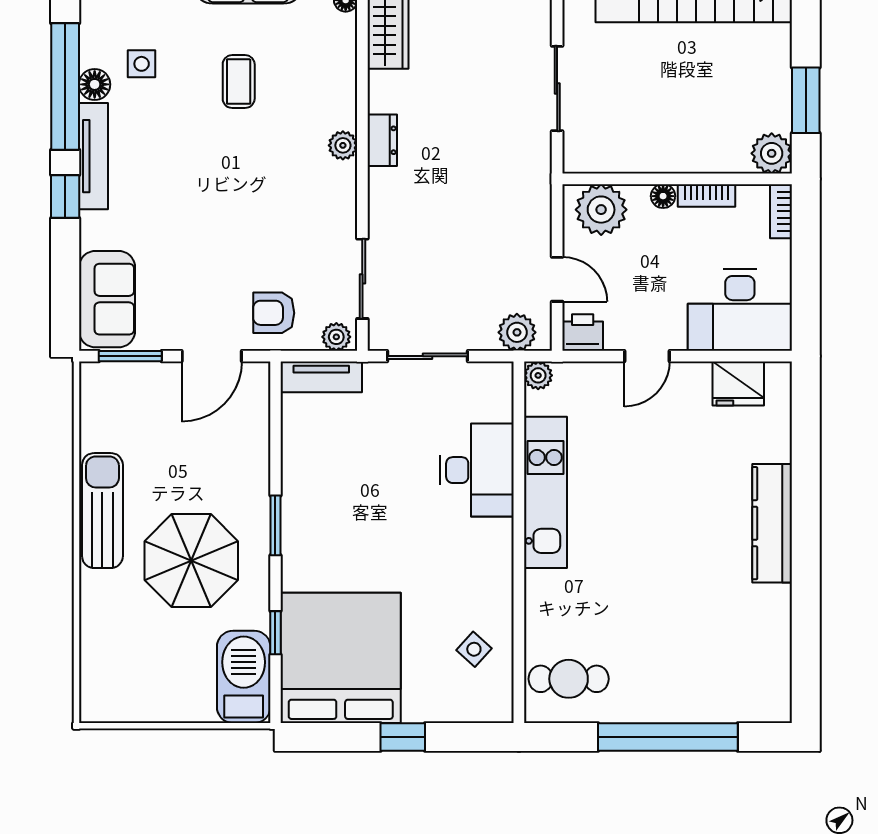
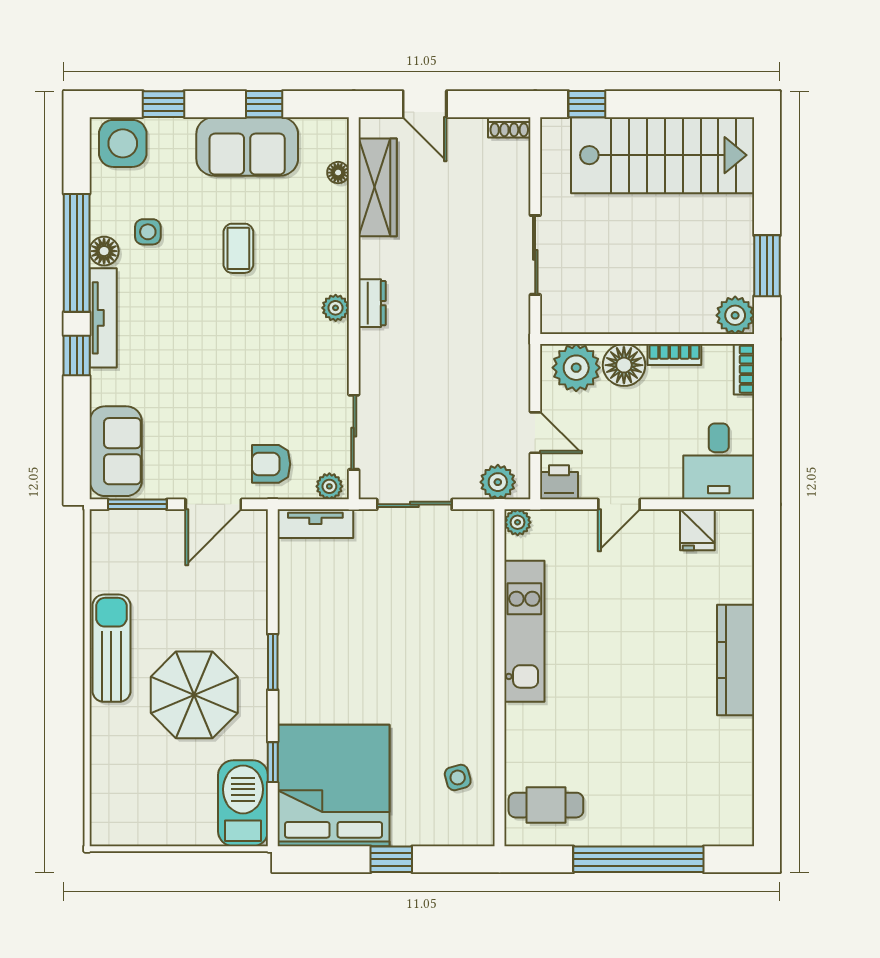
floor lamp: (663, 196) -> (624, 365), width x1.89, depth x1.89
desk: (740, 310) -> (719, 461), width x0.73
fridge: (738, 384) -> (697, 530), width x0.72
desk: (477, 470) -> (461, 610), removed
side table: (474, 649) -> (458, 777), turned 33

